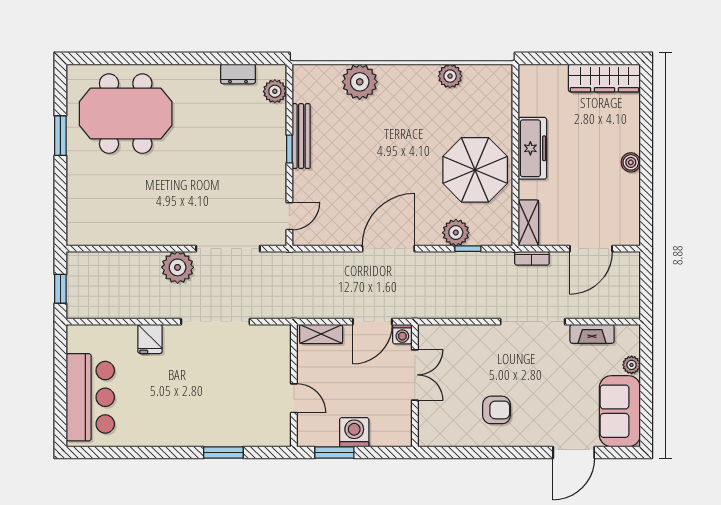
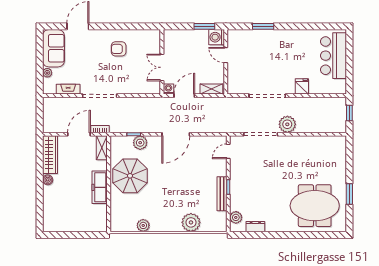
wardrobe: (604, 78) -> (50, 155), moved, turned 90
door: (591, 249) -> (79, 134), moved
washing machine: (354, 432) -> (217, 37), moved, turned 90

